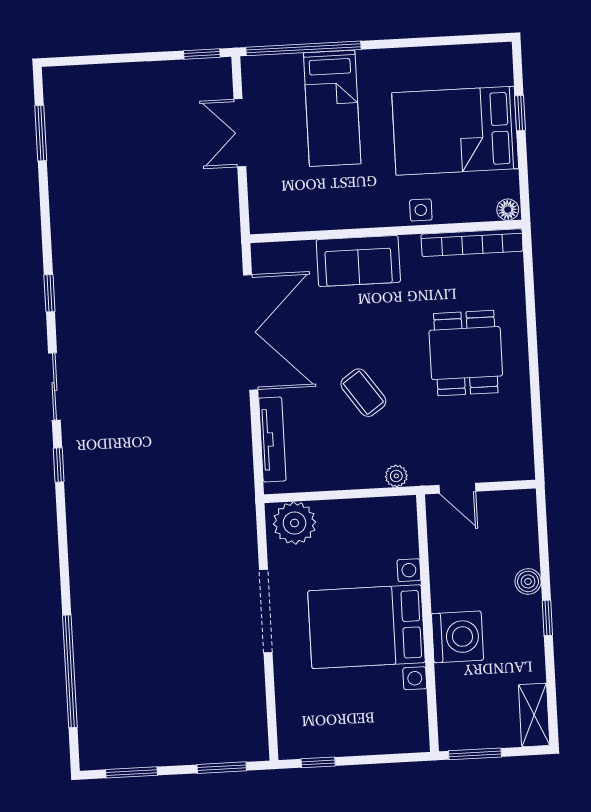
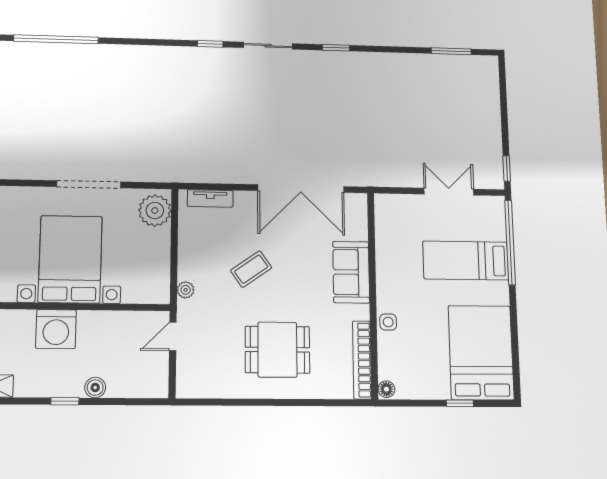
bed: (455, 131) -> (481, 353), moved
tv unit: (272, 439) -> (210, 198), width x0.71

